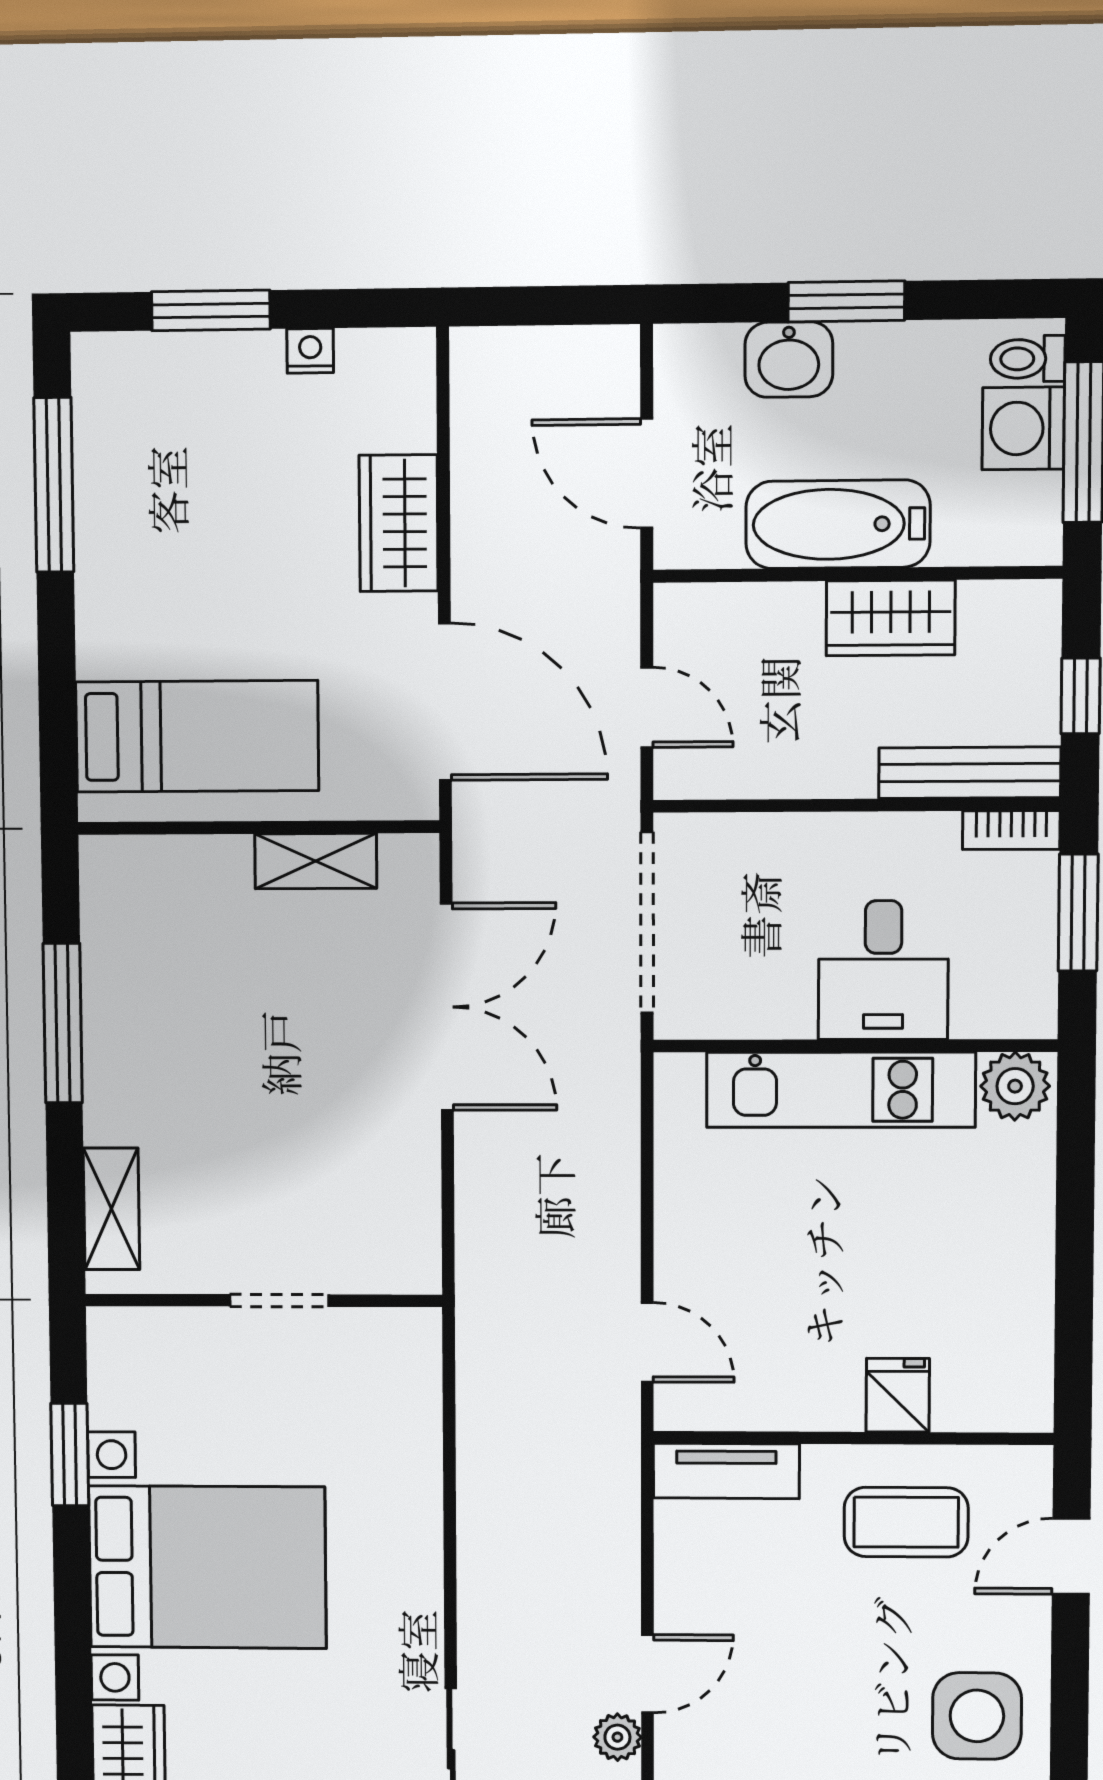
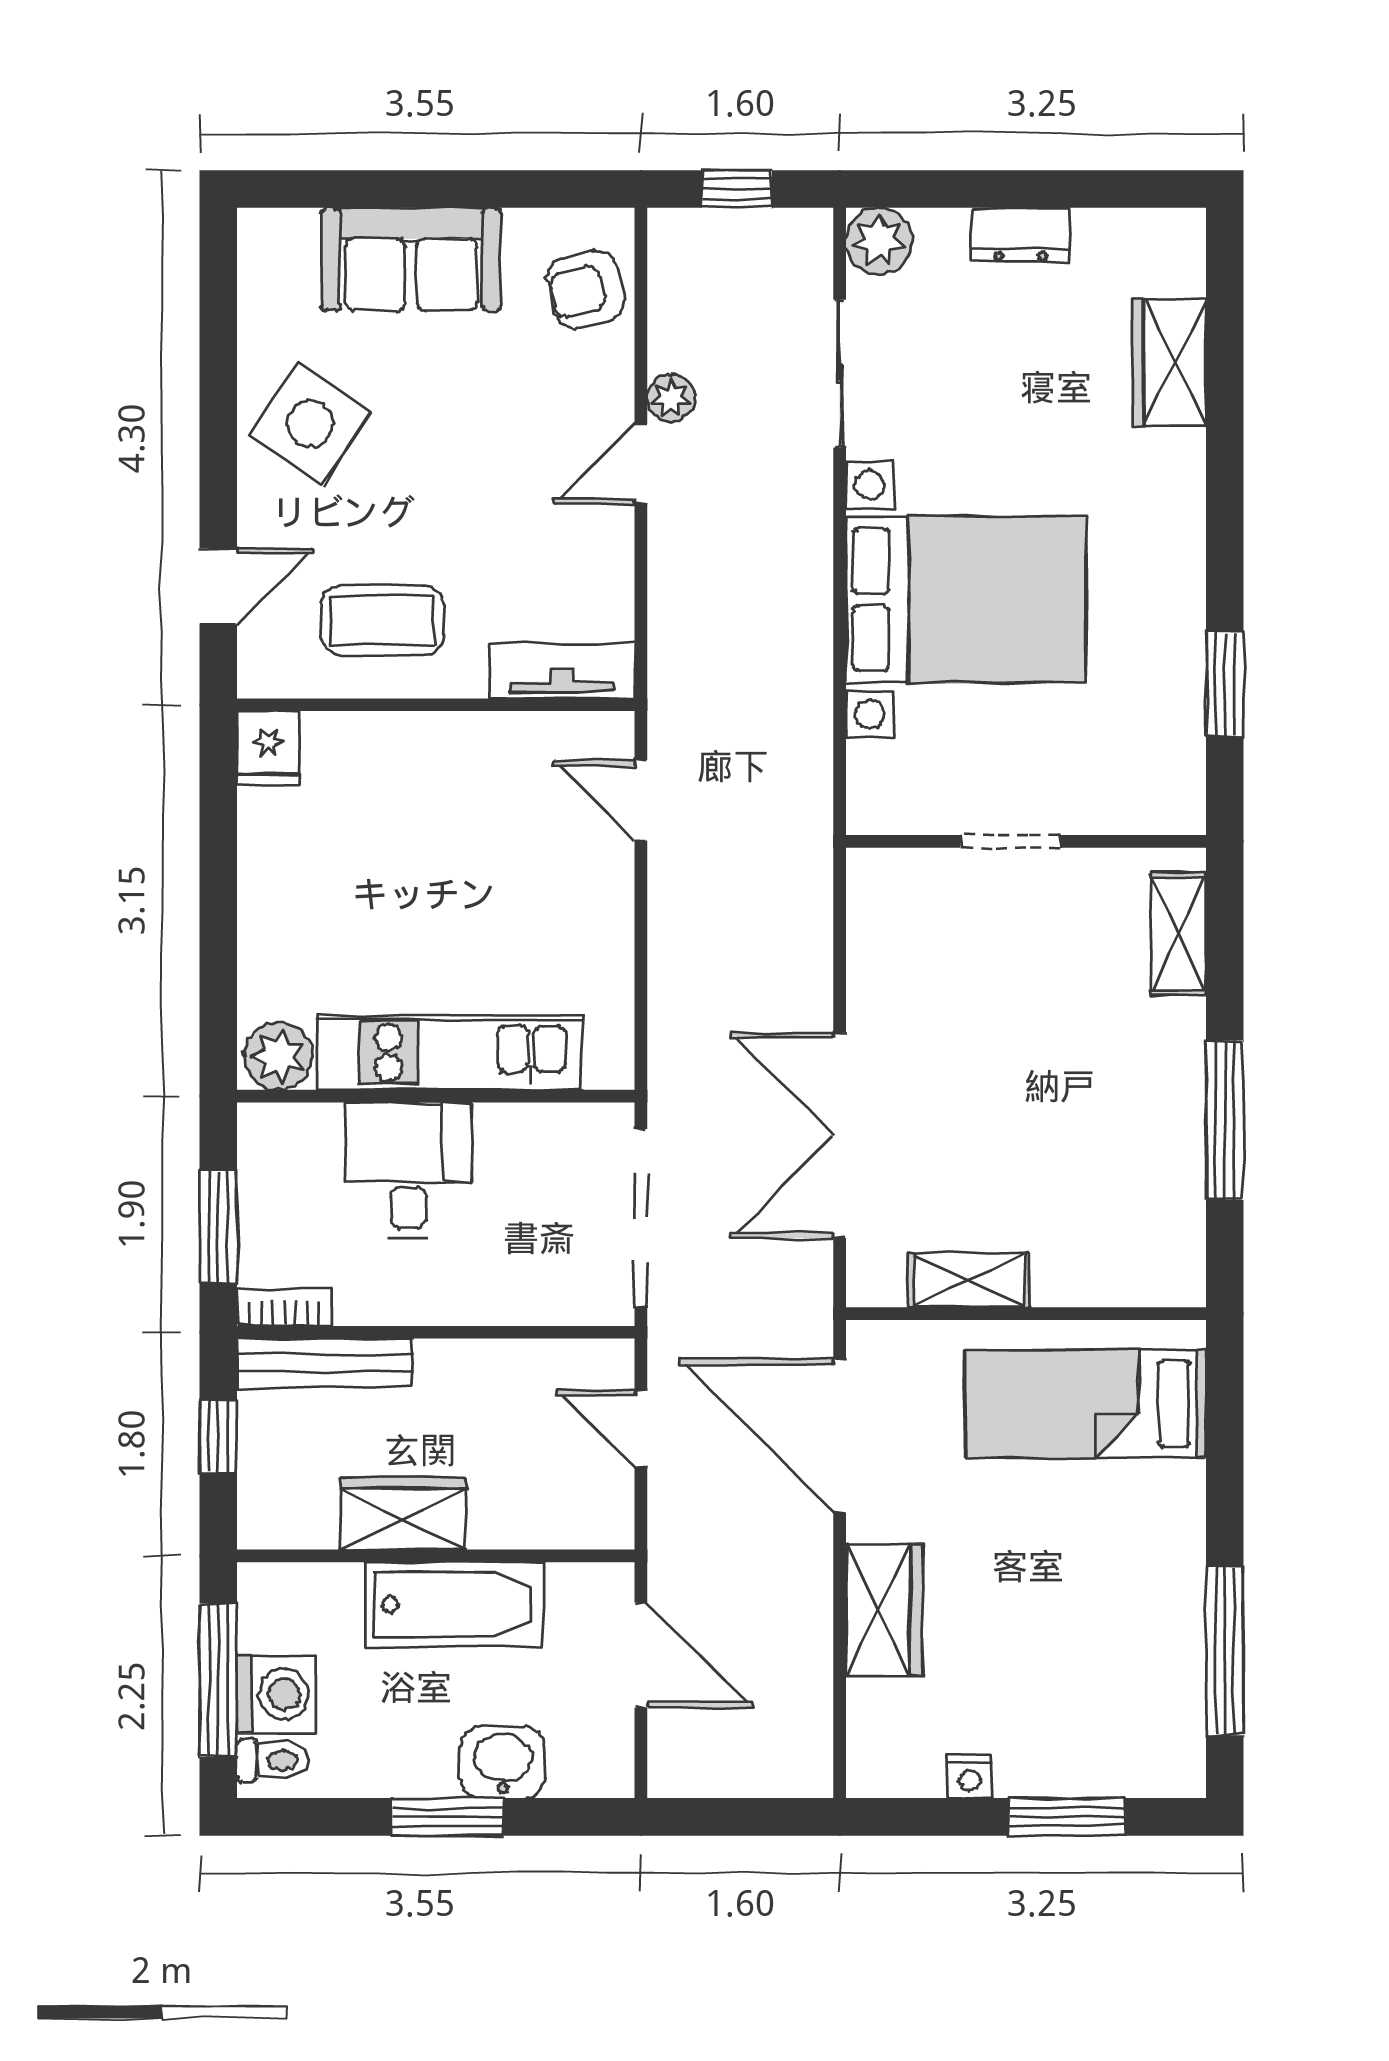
fridge: (898, 1395) -> (268, 748), moved
bed with nightstands: (207, 1567) -> (966, 600), moved, turned 180
side table: (977, 1716) -> (310, 423), turned 34

